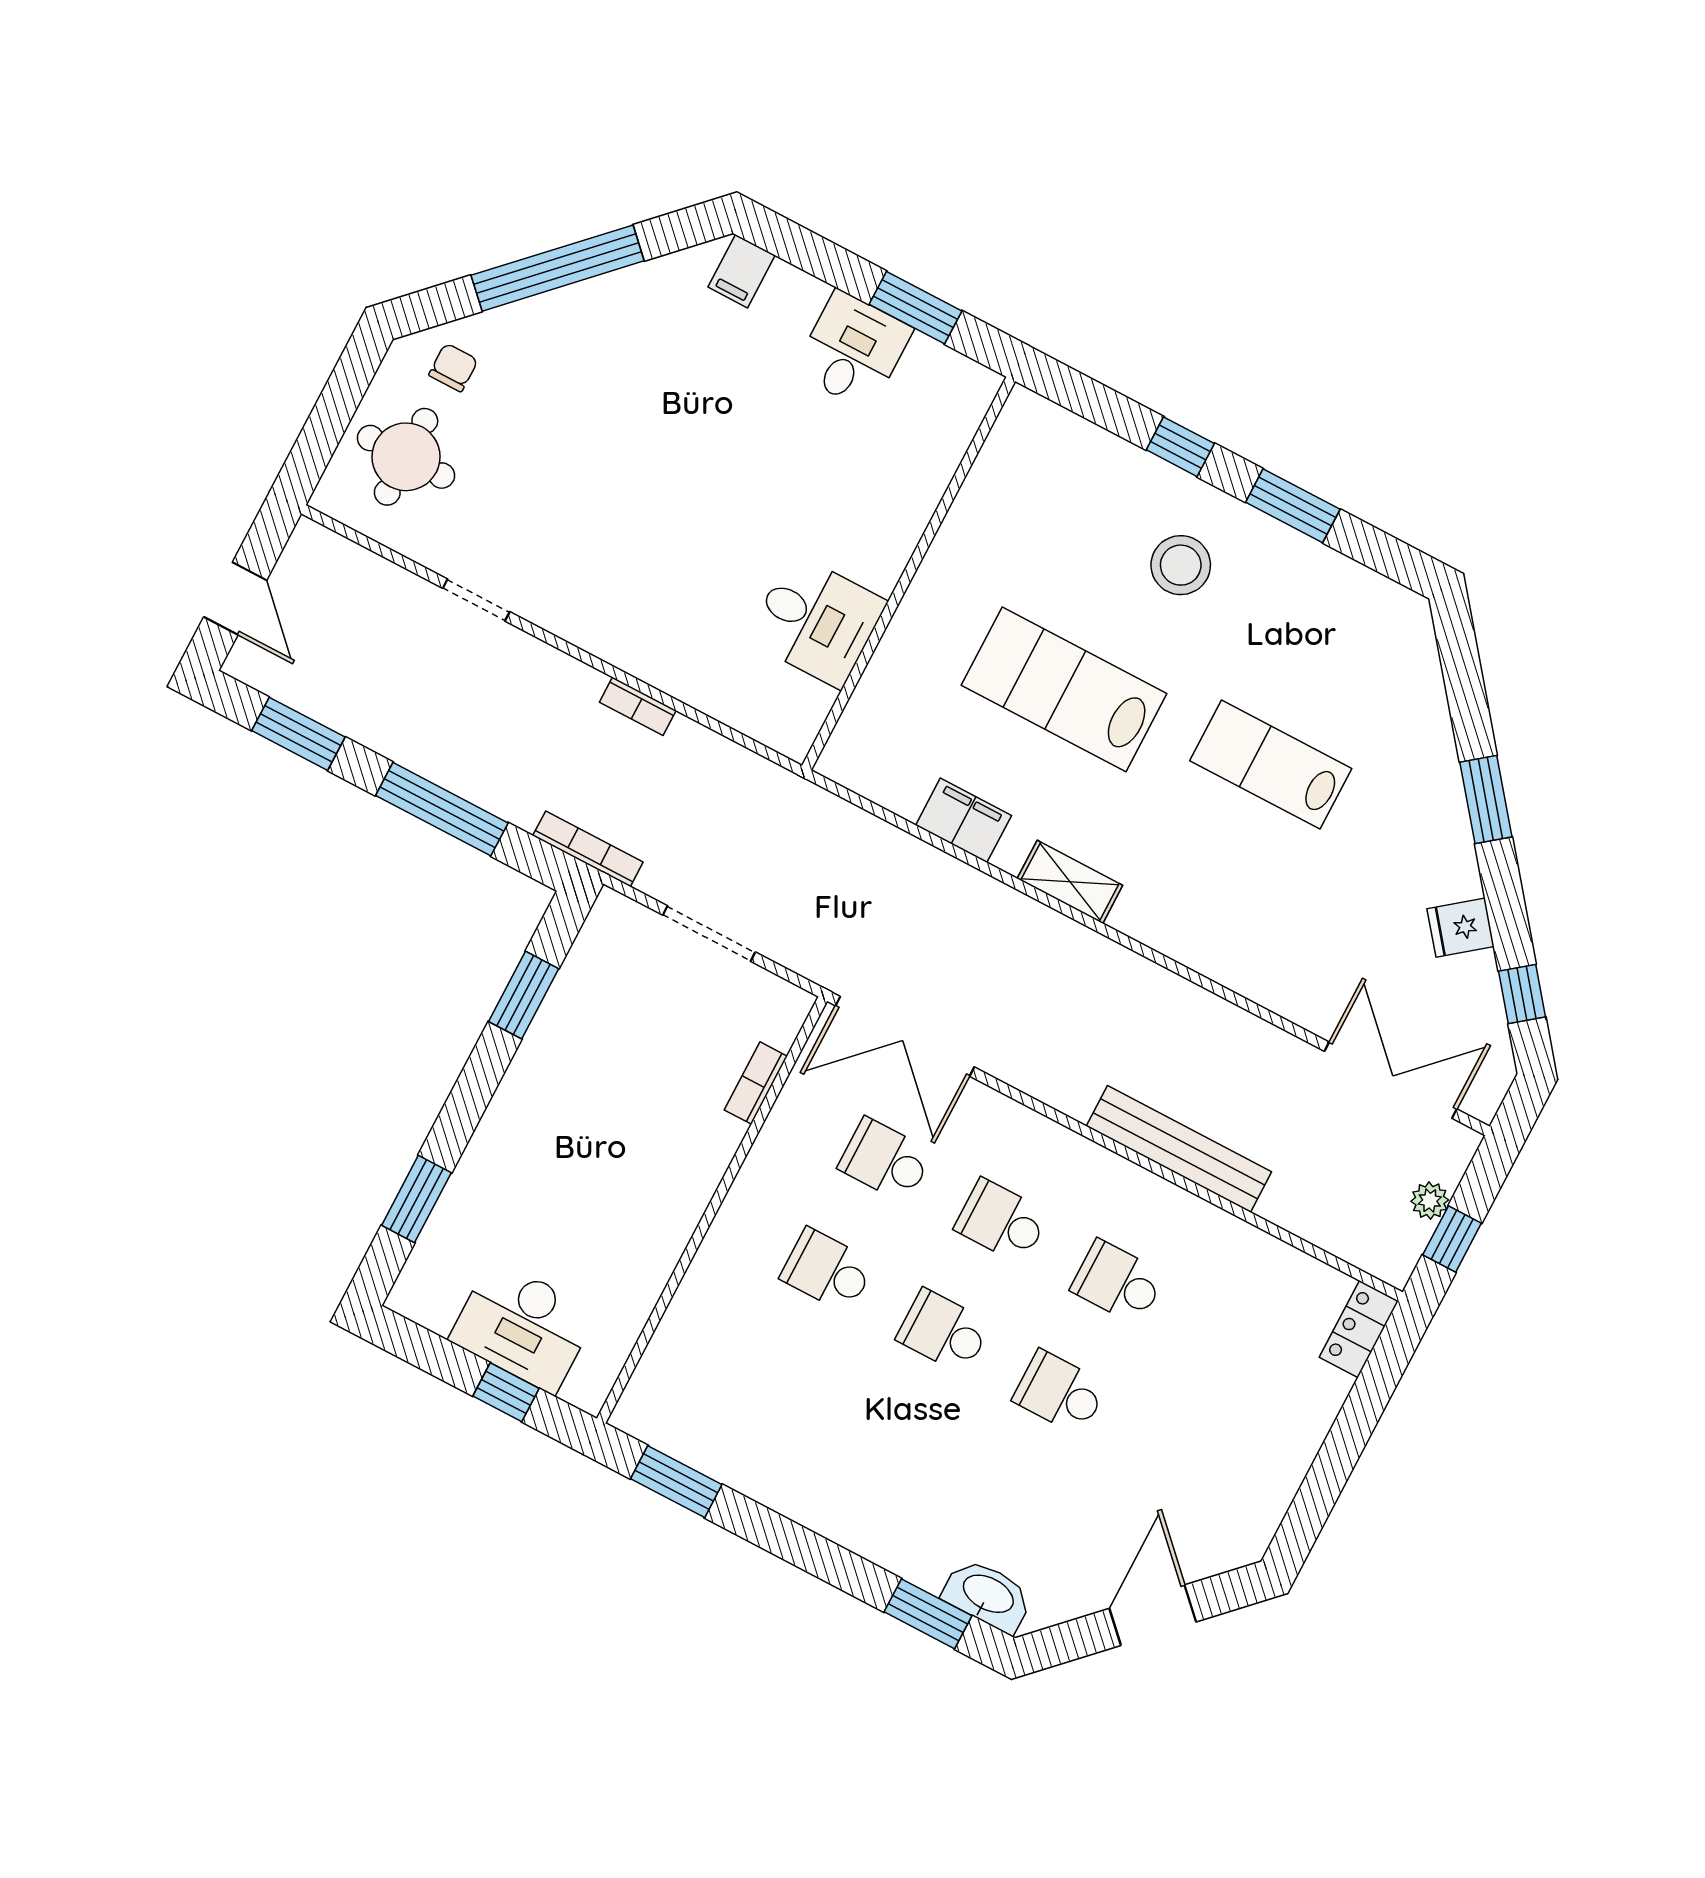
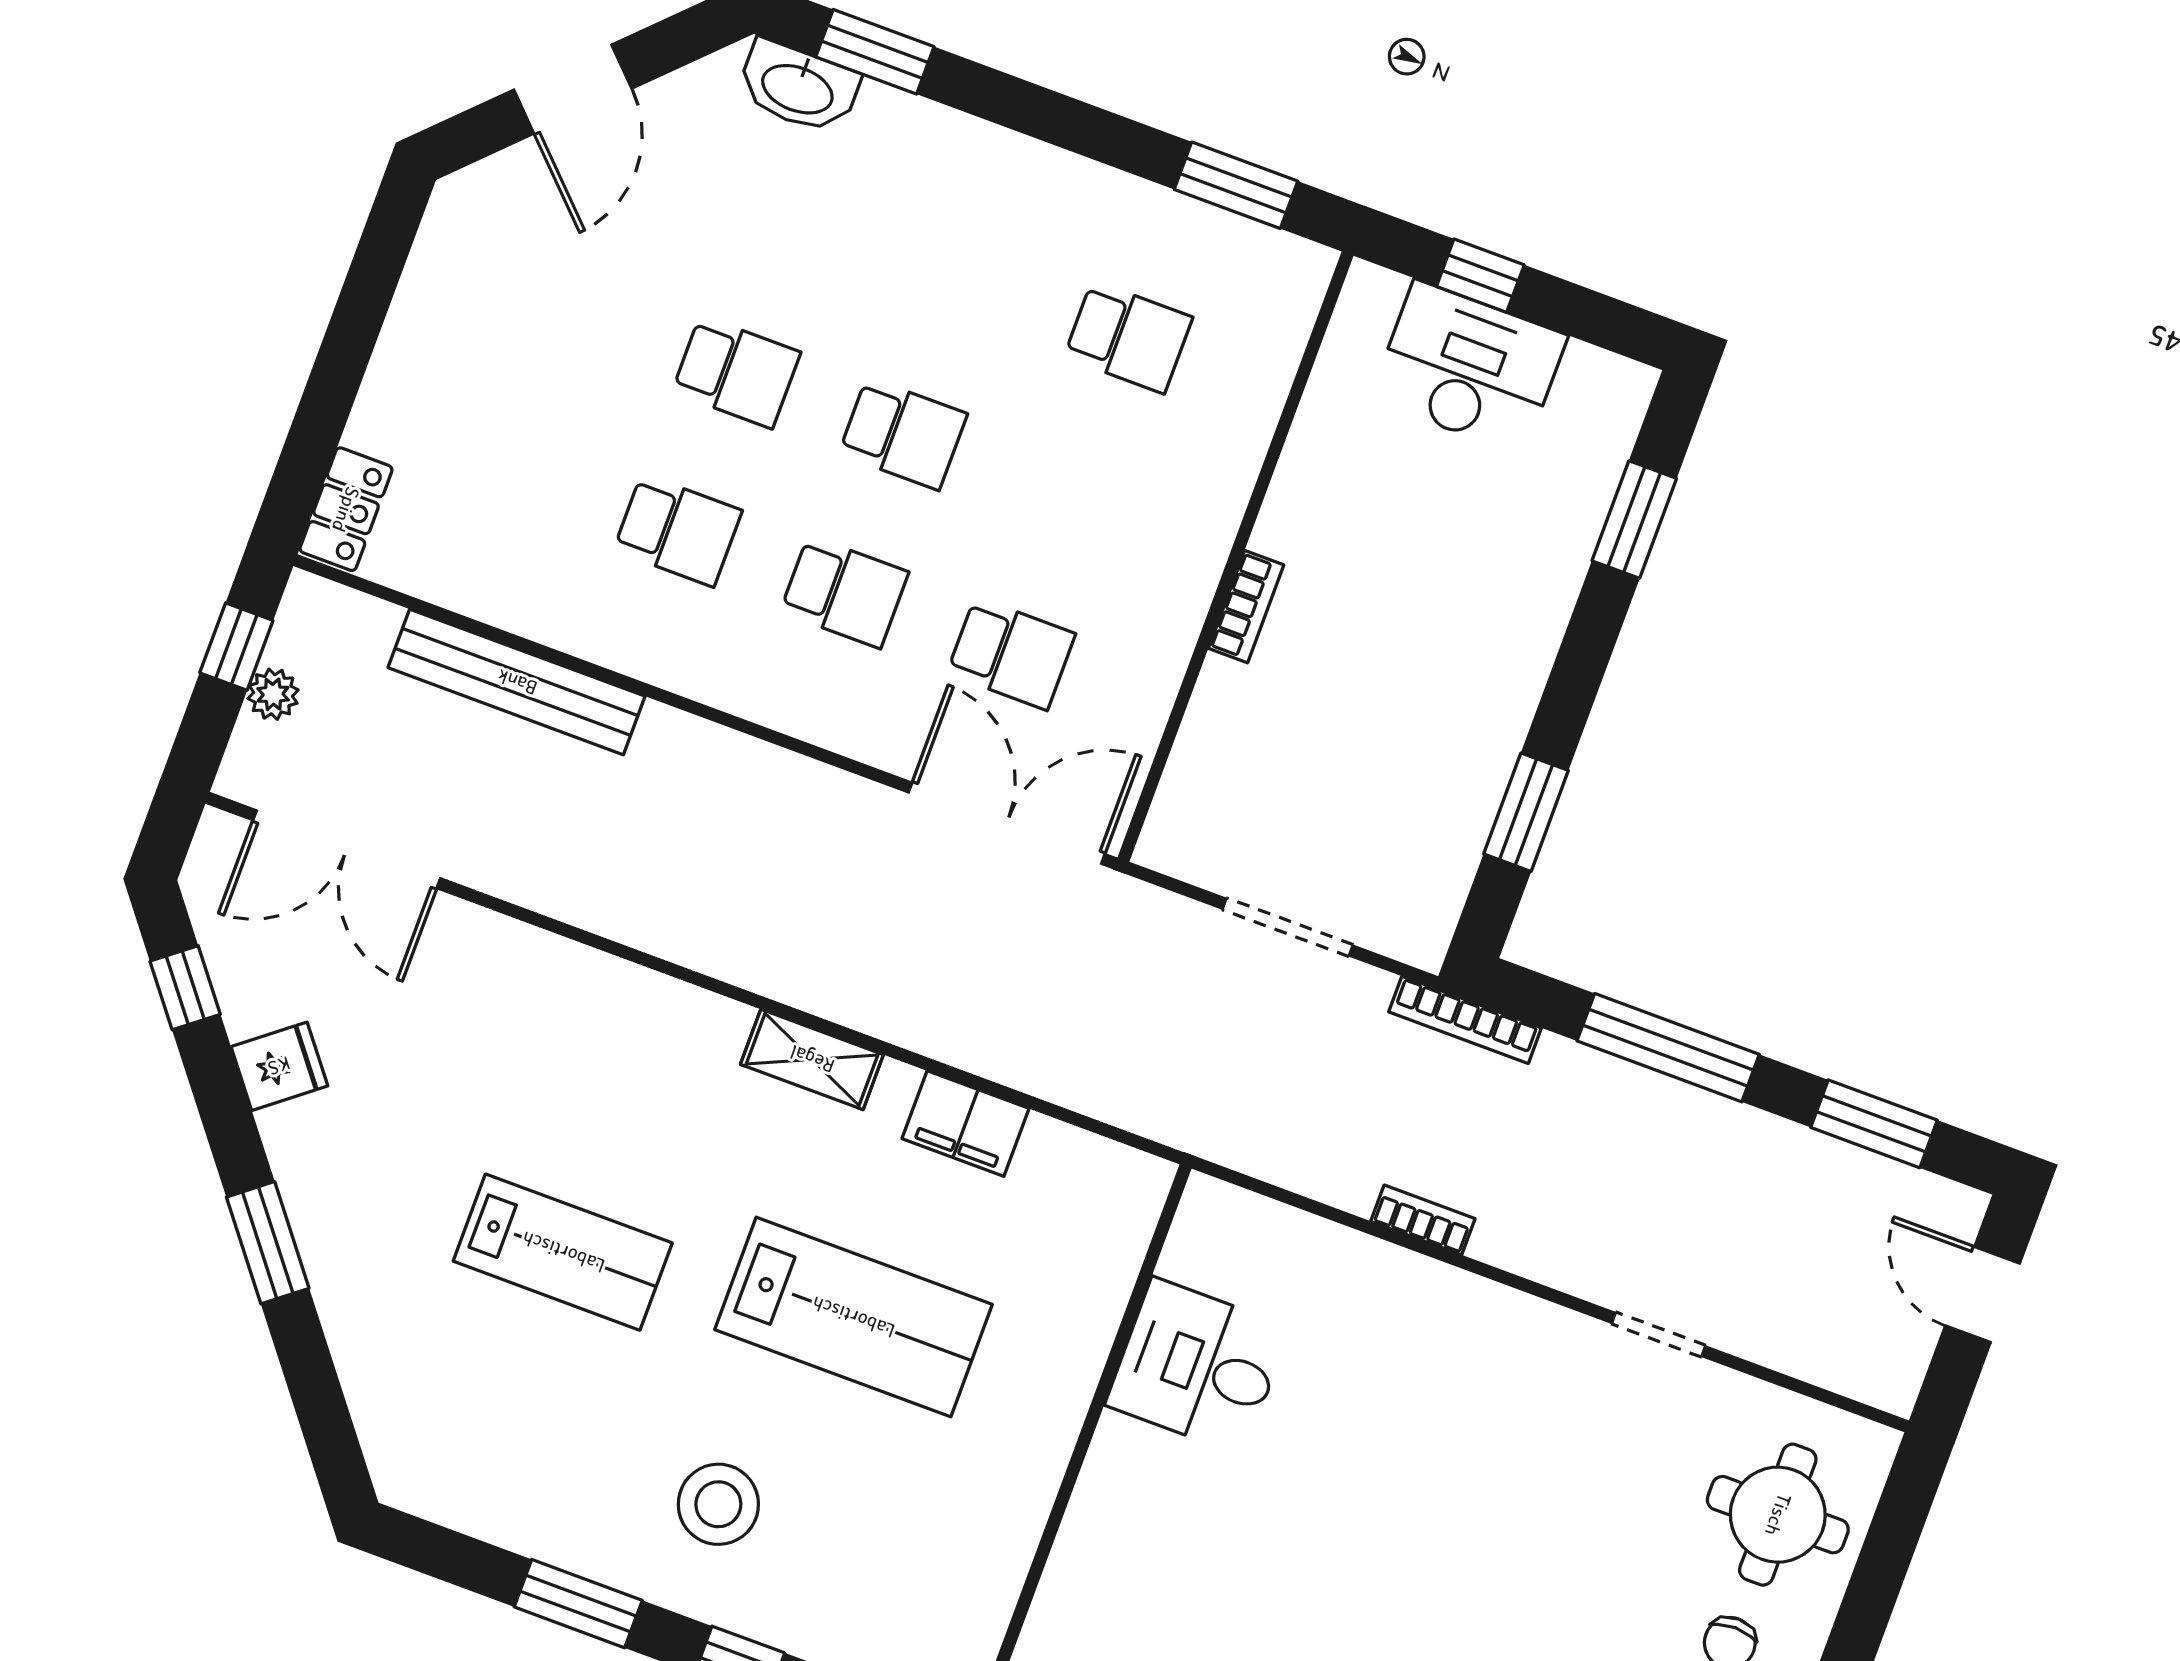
bookcase: (756, 1083) -> (1246, 607), moved
bench: (1179, 1149) -> (517, 682), moved
school desk: (828, 1270) -> (1128, 337), moved

